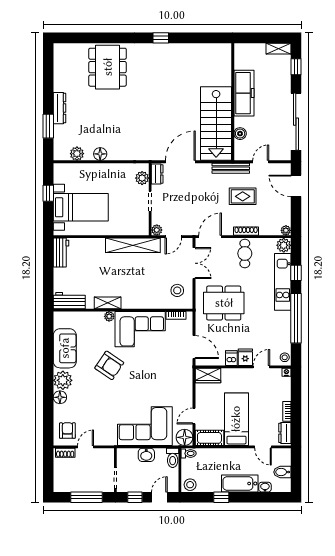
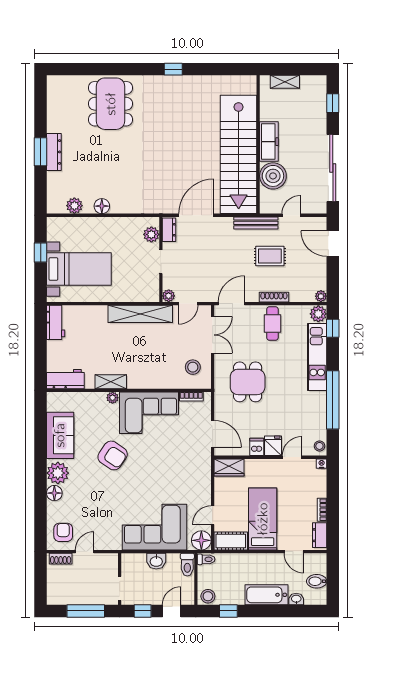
shelving: (278, 49) -> (285, 82), moved
freezer: (244, 93) -> (269, 142), width x0.73, depth x0.79
stairs: (216, 124) -> (239, 154), width x1.36
window: (48, 126) -> (41, 152), moved
boiler: (240, 134) -> (273, 176), width x1.86, depth x1.86
window: (296, 273) -> (333, 328), moved
dining table: (224, 303) -> (248, 382), width x0.73
window: (221, 497) -> (228, 611), moved

